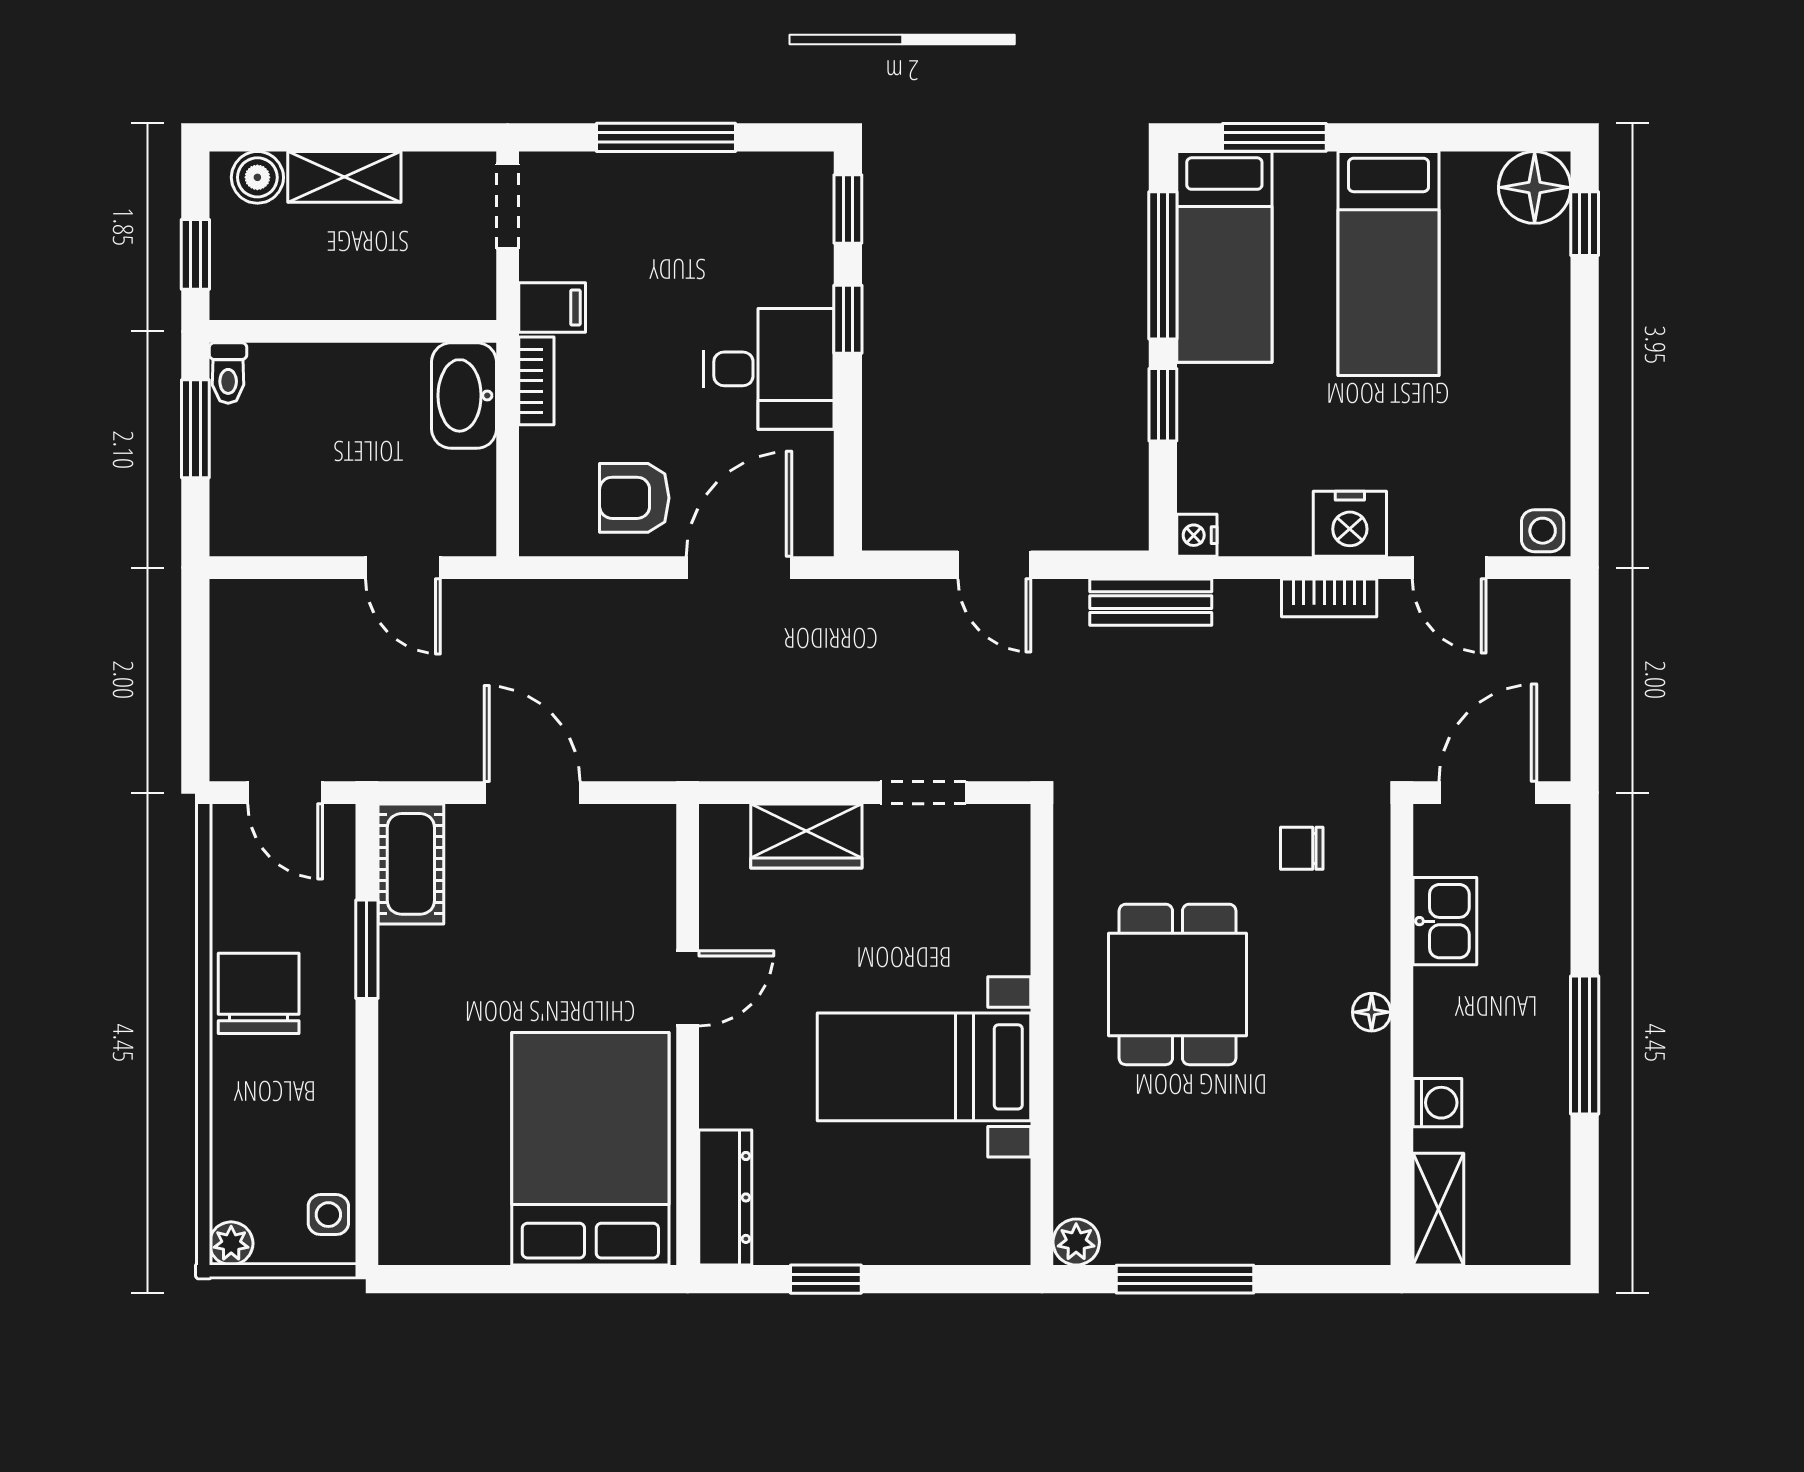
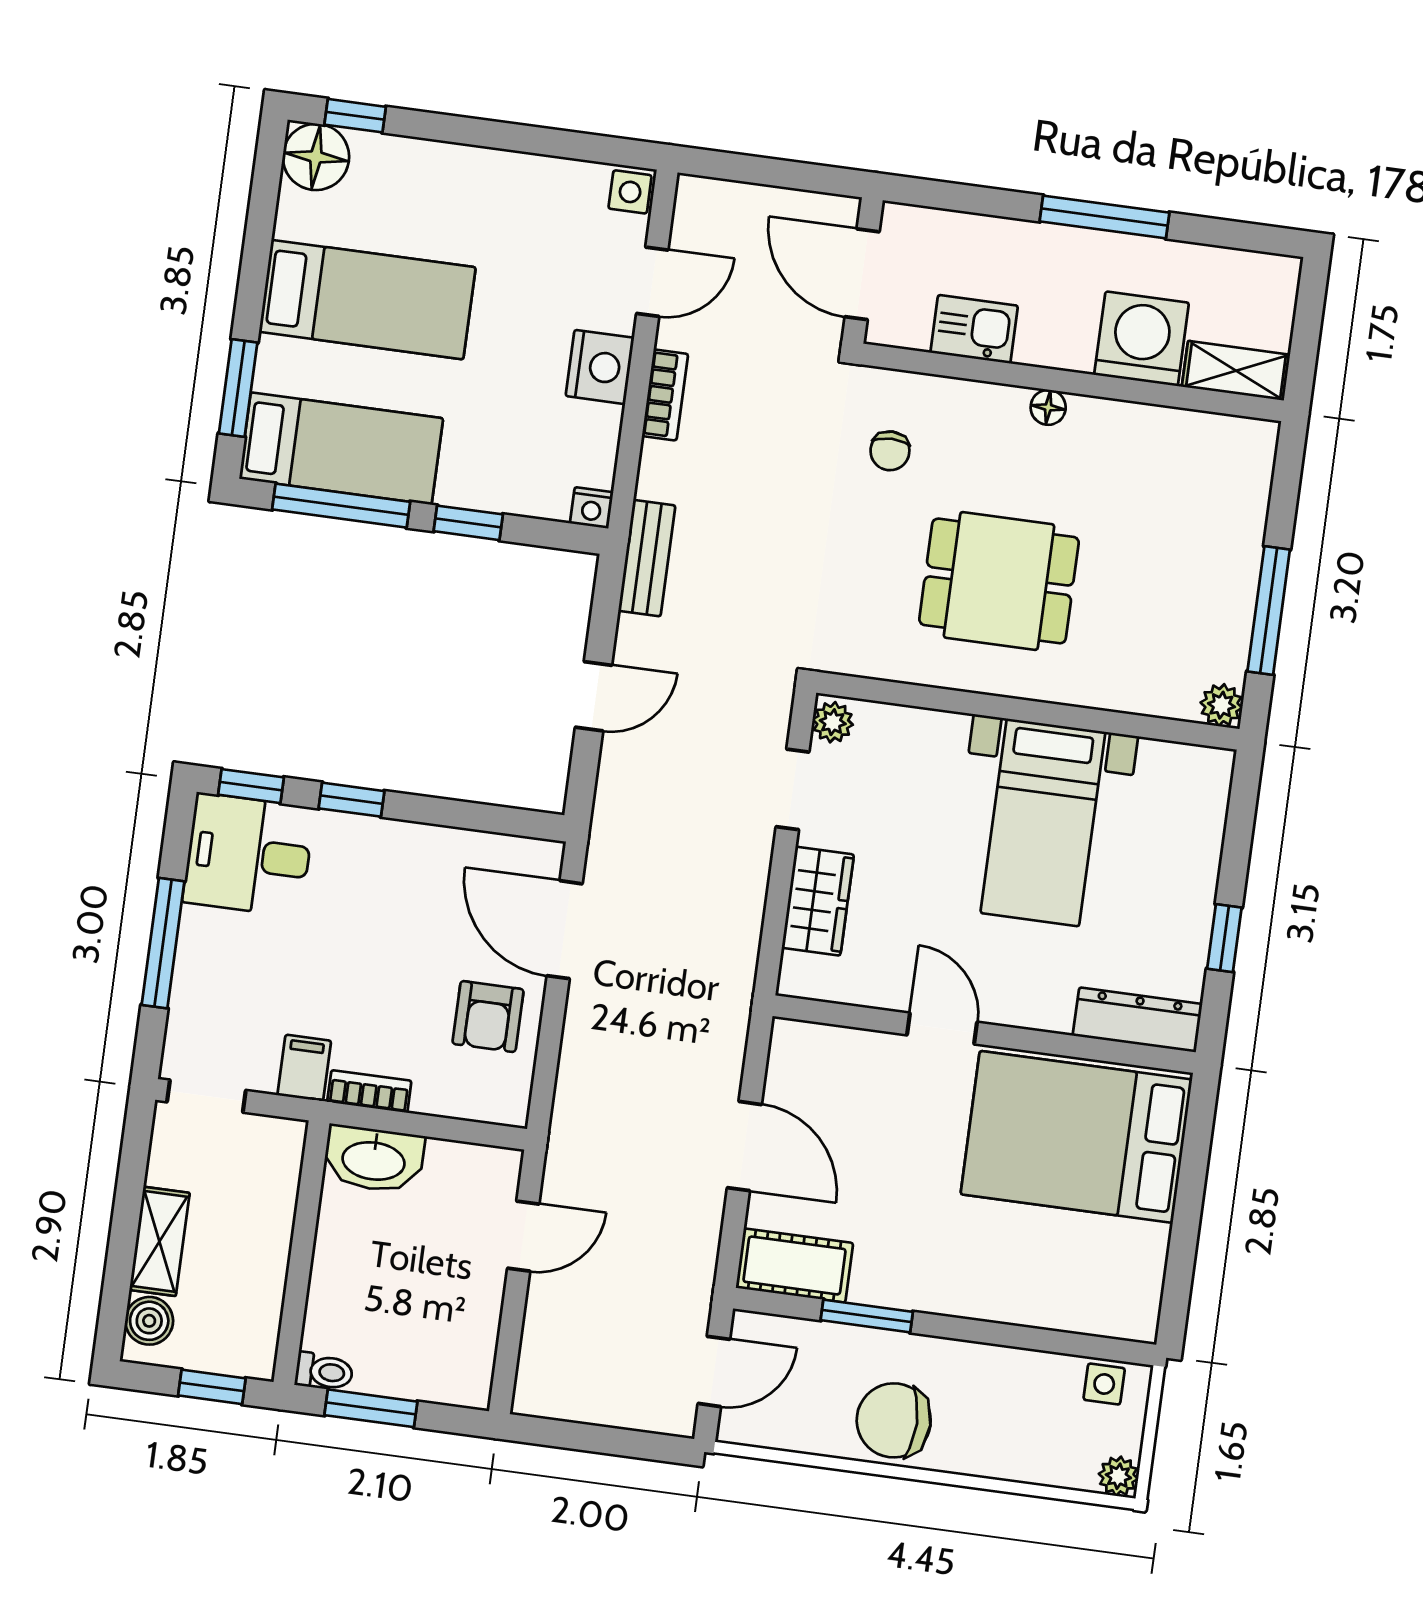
desk: (769, 369) -> (249, 855), moved, turned -90
door: (532, 793) -> (744, 1146), swing flipped
plant: (1001, 826) -> (833, 722), added
washing machine: (1437, 1103) -> (1142, 339), width x1.89, depth x1.89

